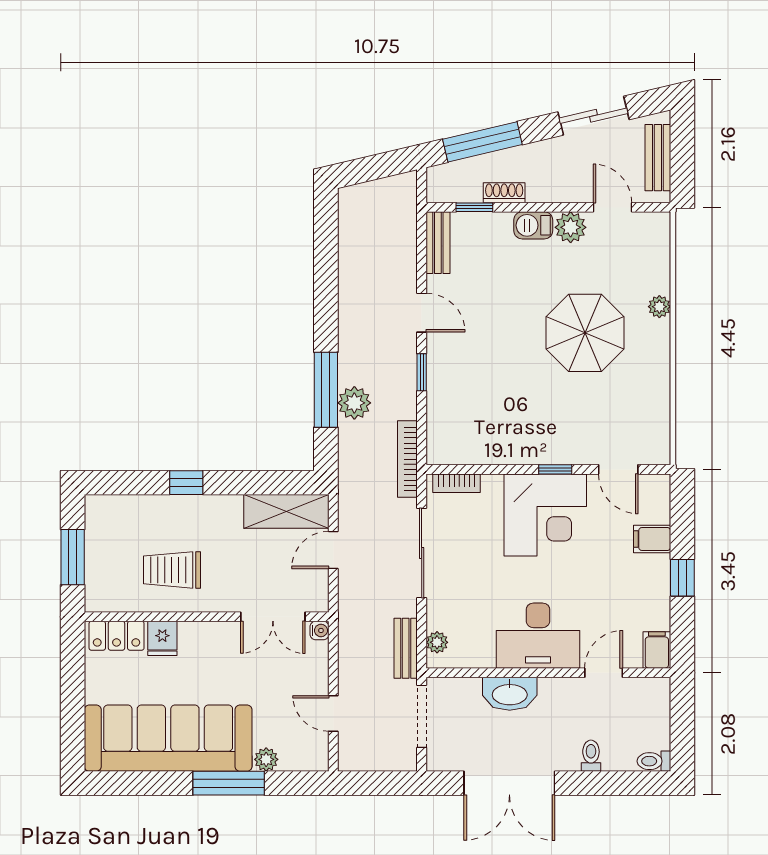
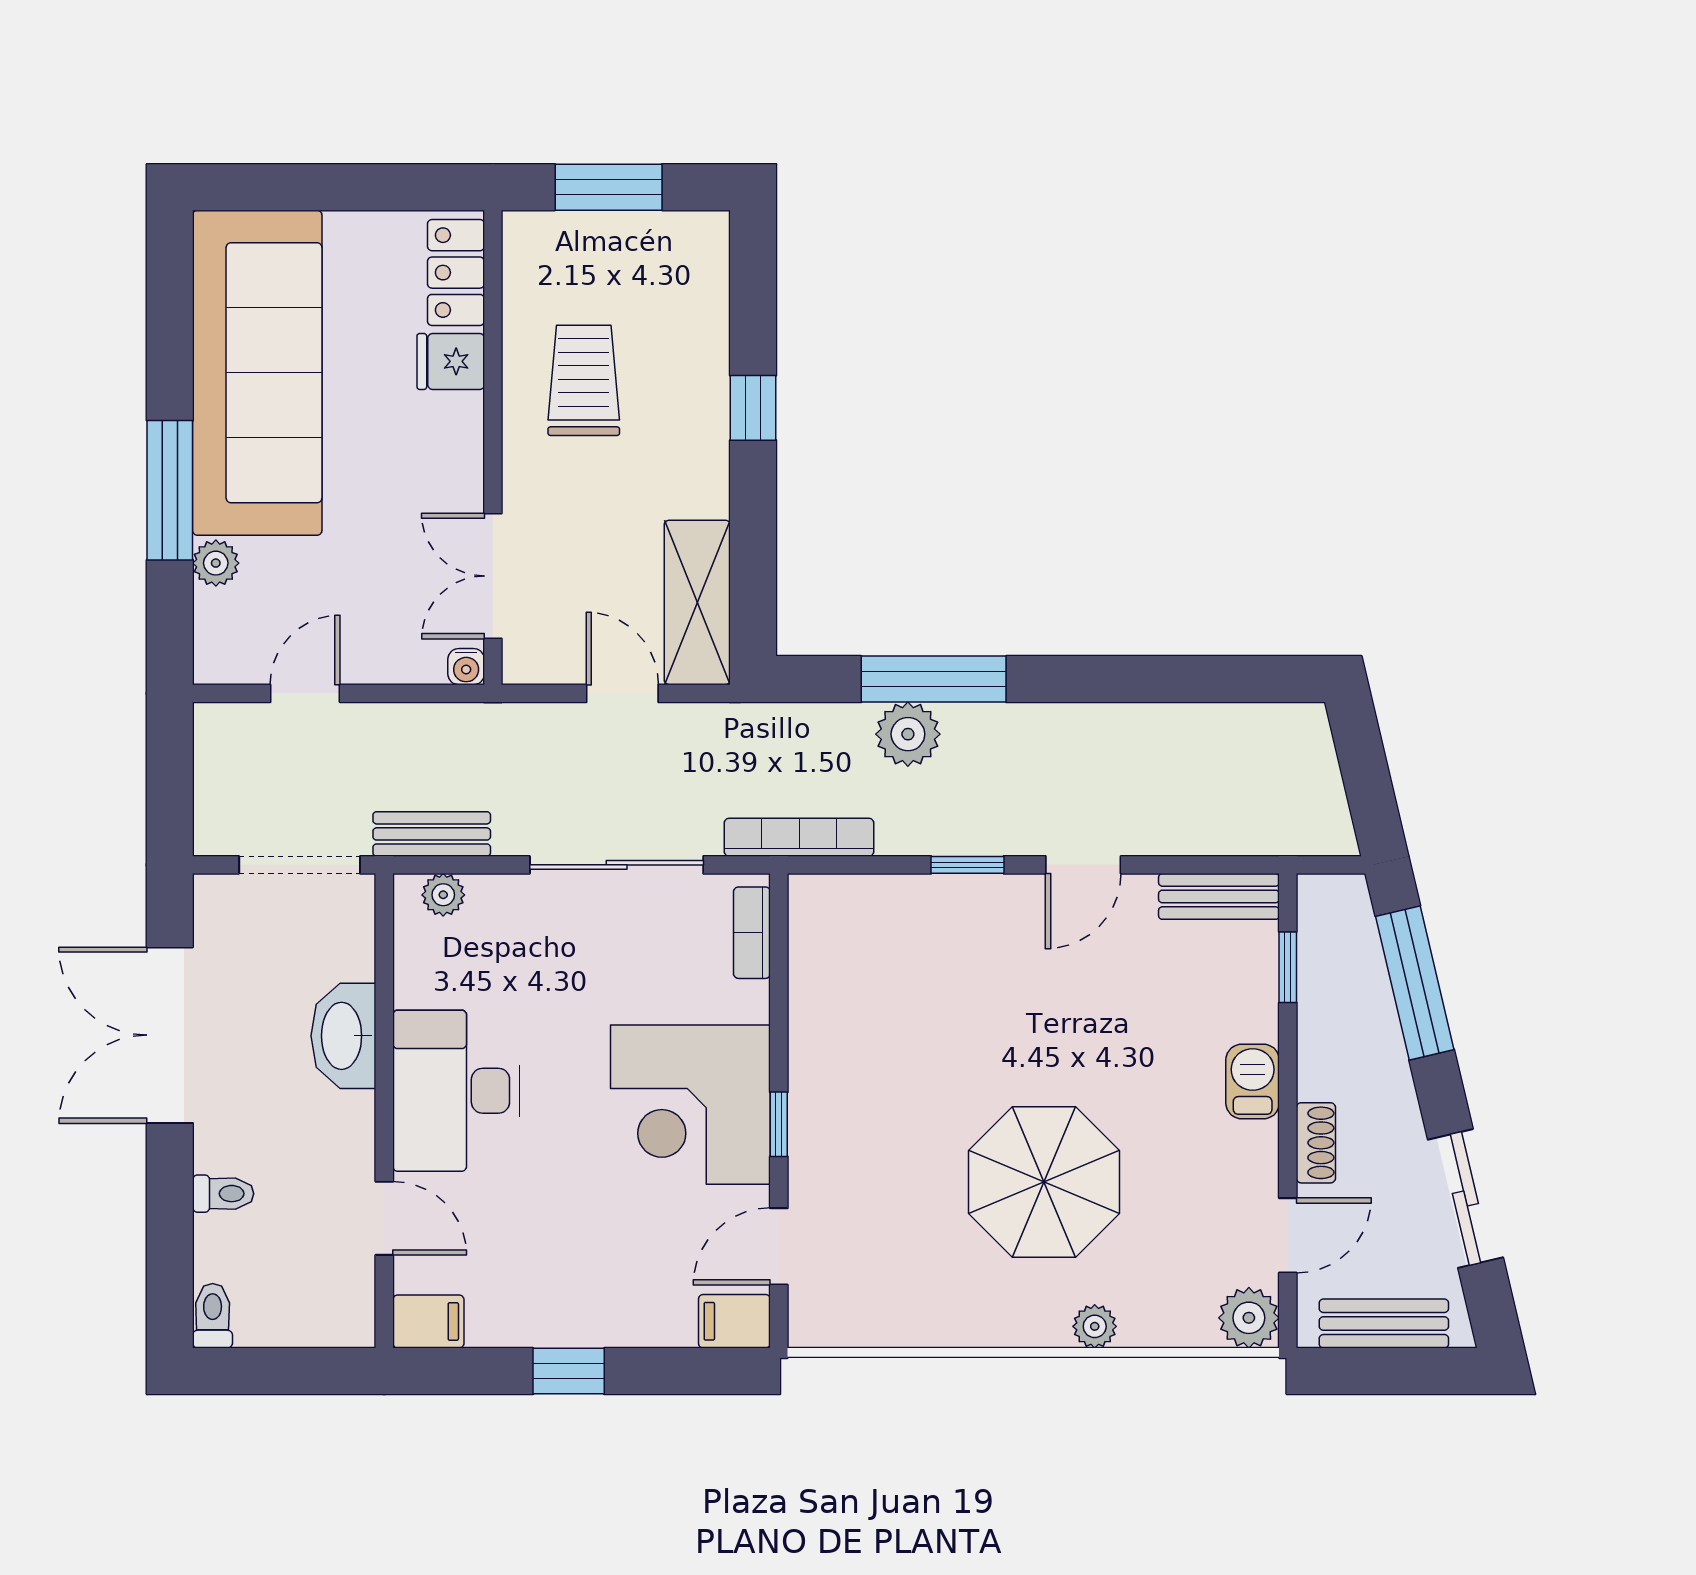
shoe rack: (504, 193) -> (1316, 1143), moved
plant: (571, 227) -> (1249, 1318), moved
filing cabinet: (652, 539) -> (734, 1321), moved, turned -90

